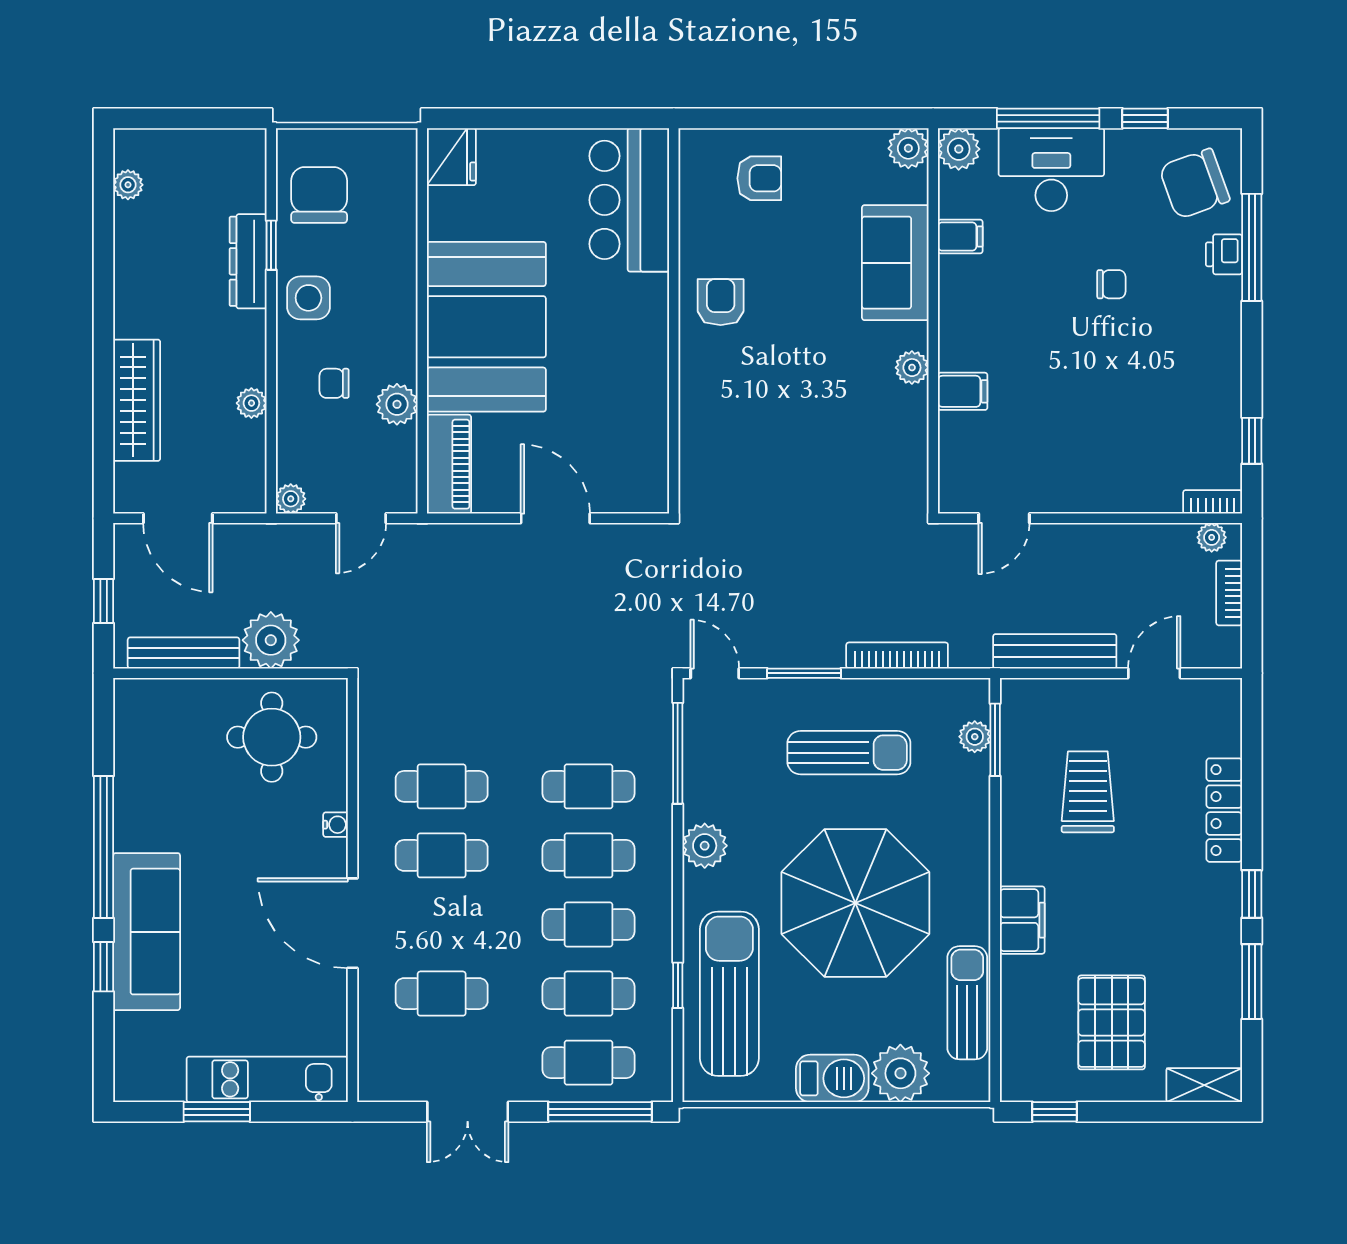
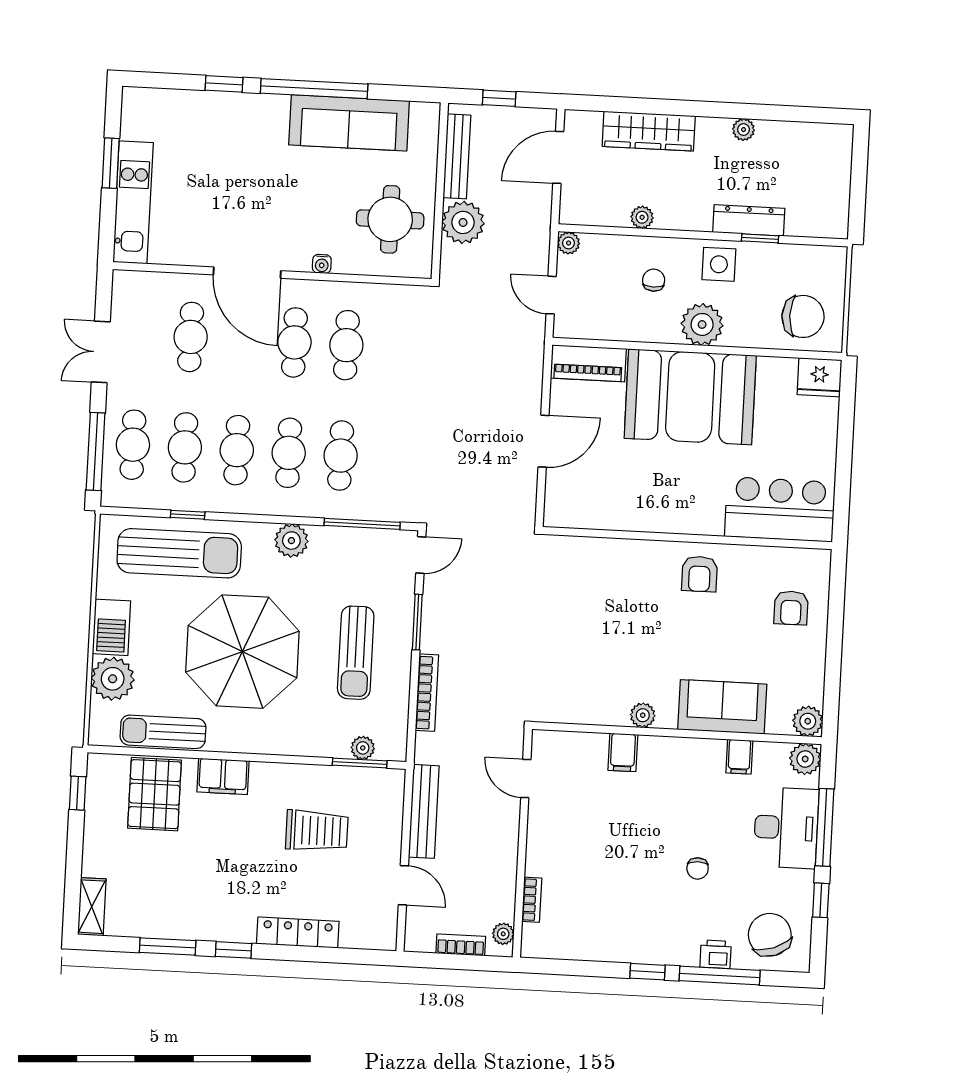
plant: (128, 185) -> (744, 130), moved
chair: (319, 195) -> (803, 316), moved
armchair: (721, 302) -> (699, 574), turned 90
plant: (397, 404) -> (702, 324), moved, width x1.36, depth x1.36
window: (1252, 441) -> (648, 972), moved
bookcase: (1213, 502) -> (532, 900), moved
door: (352, 923) -> (247, 273), swing flipped
sofa: (147, 932) -> (349, 123), moved
sun lounger: (967, 1003) -> (163, 732), turned 180
pallet: (1112, 1022) -> (155, 794), moved, turned 90

